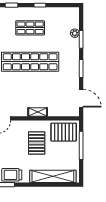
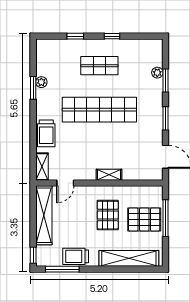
pallet: (64, 132) -> (144, 220), moved

